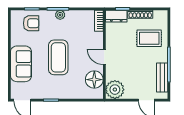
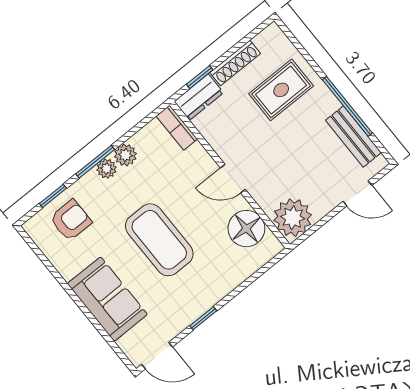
plant: (71, 15) -> (125, 155), added

